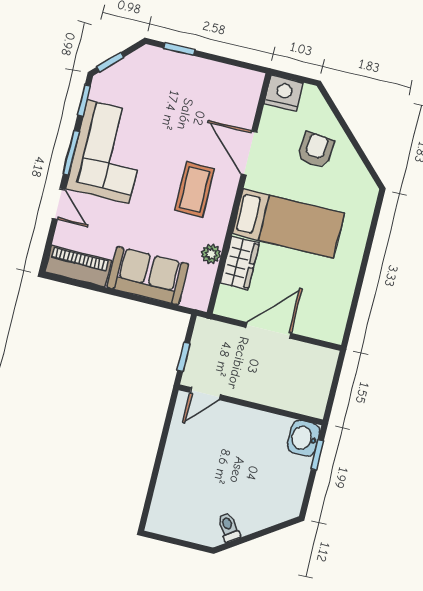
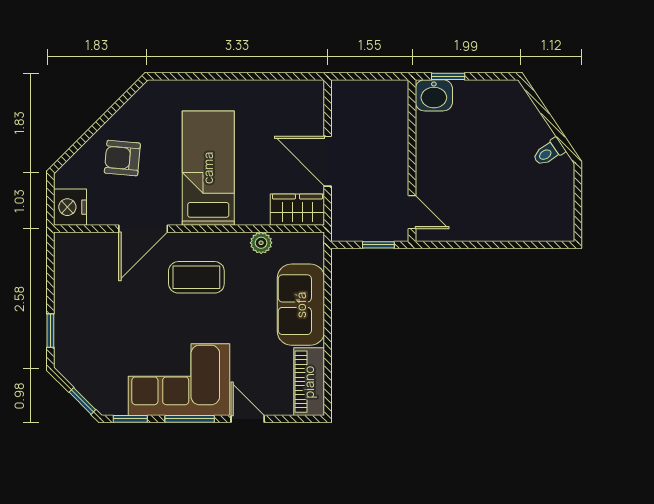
door: (59, 204) -> (248, 419), hinge flipped
wardrobe: (240, 263) -> (297, 210), moved

